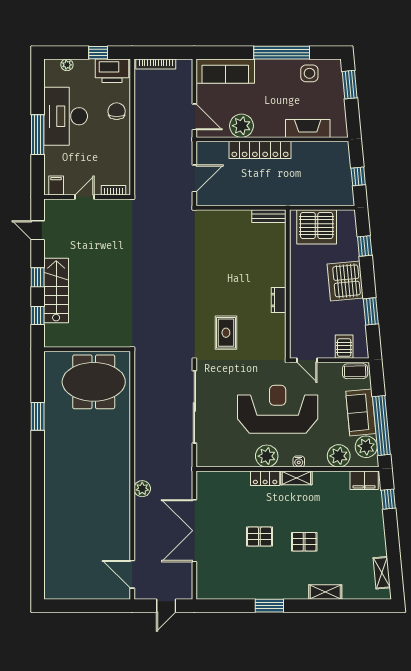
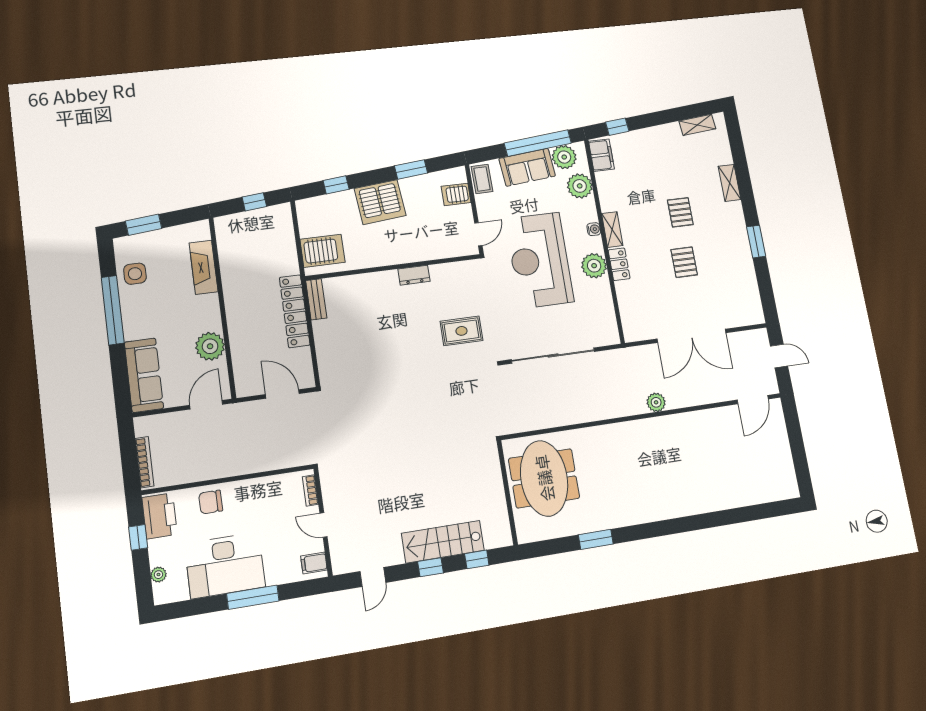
locker: (260, 150) -> (295, 311), moved, turned 180
server rack: (317, 227) -> (323, 251), width x0.62

